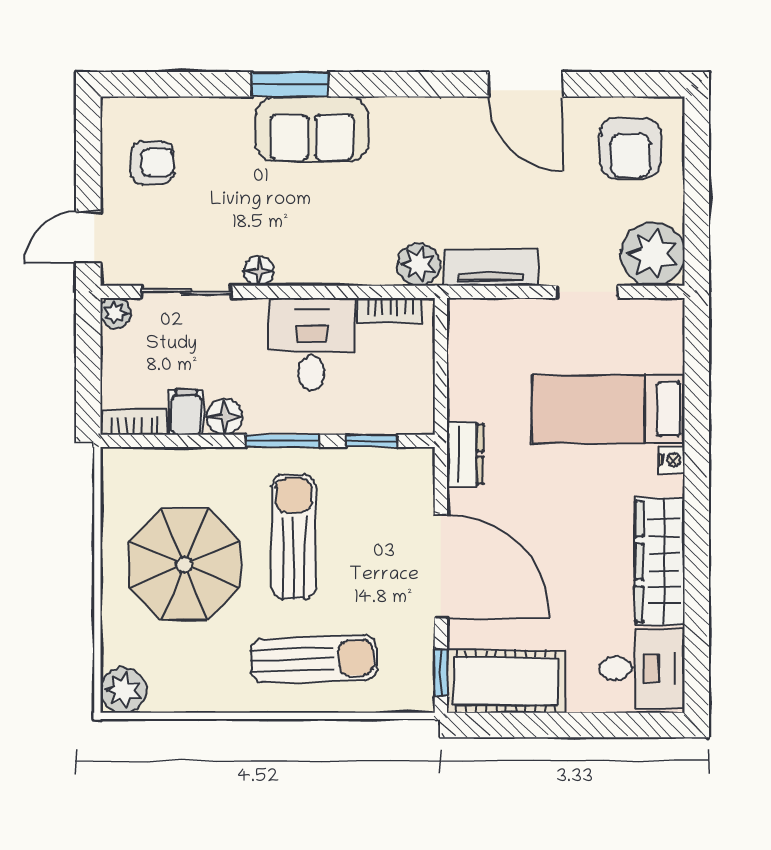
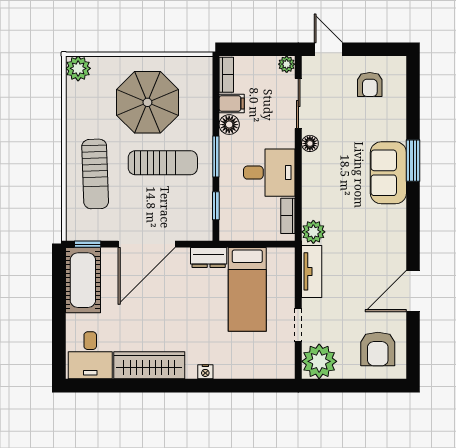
armchair: (630, 148) -> (378, 349), turned -90
bed: (609, 409) -> (247, 289), moved, turned 180

